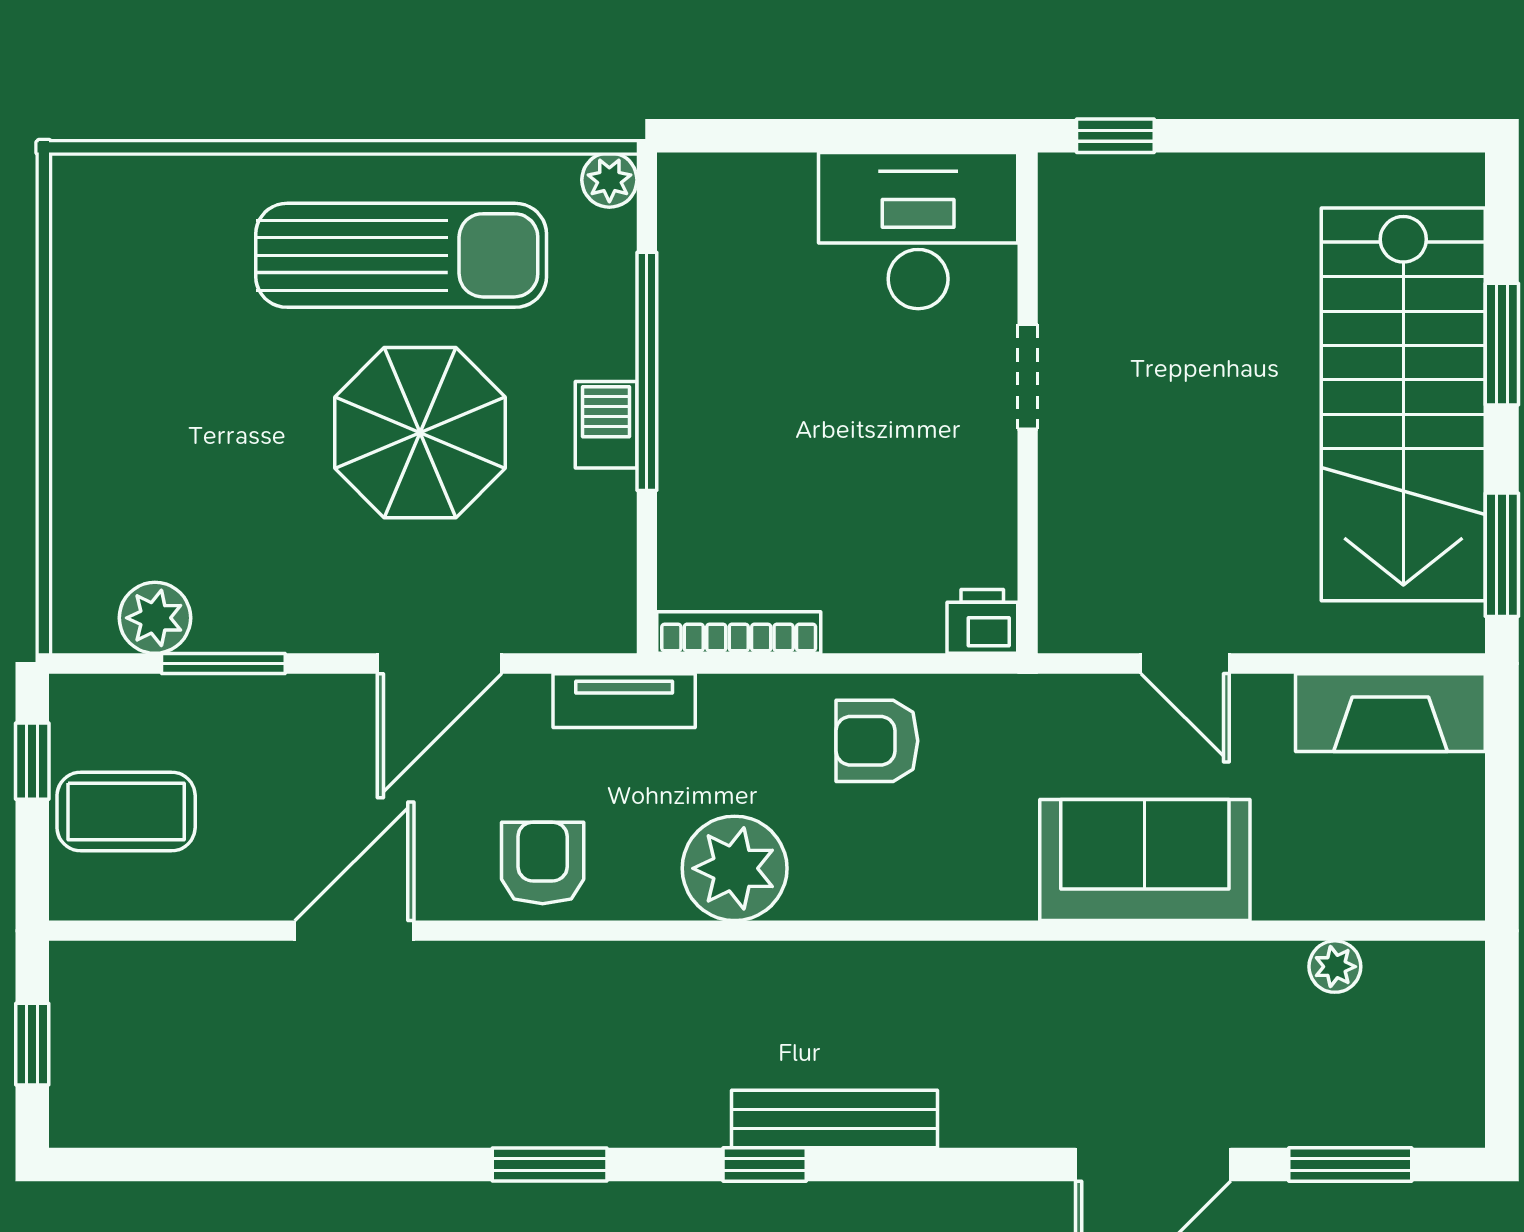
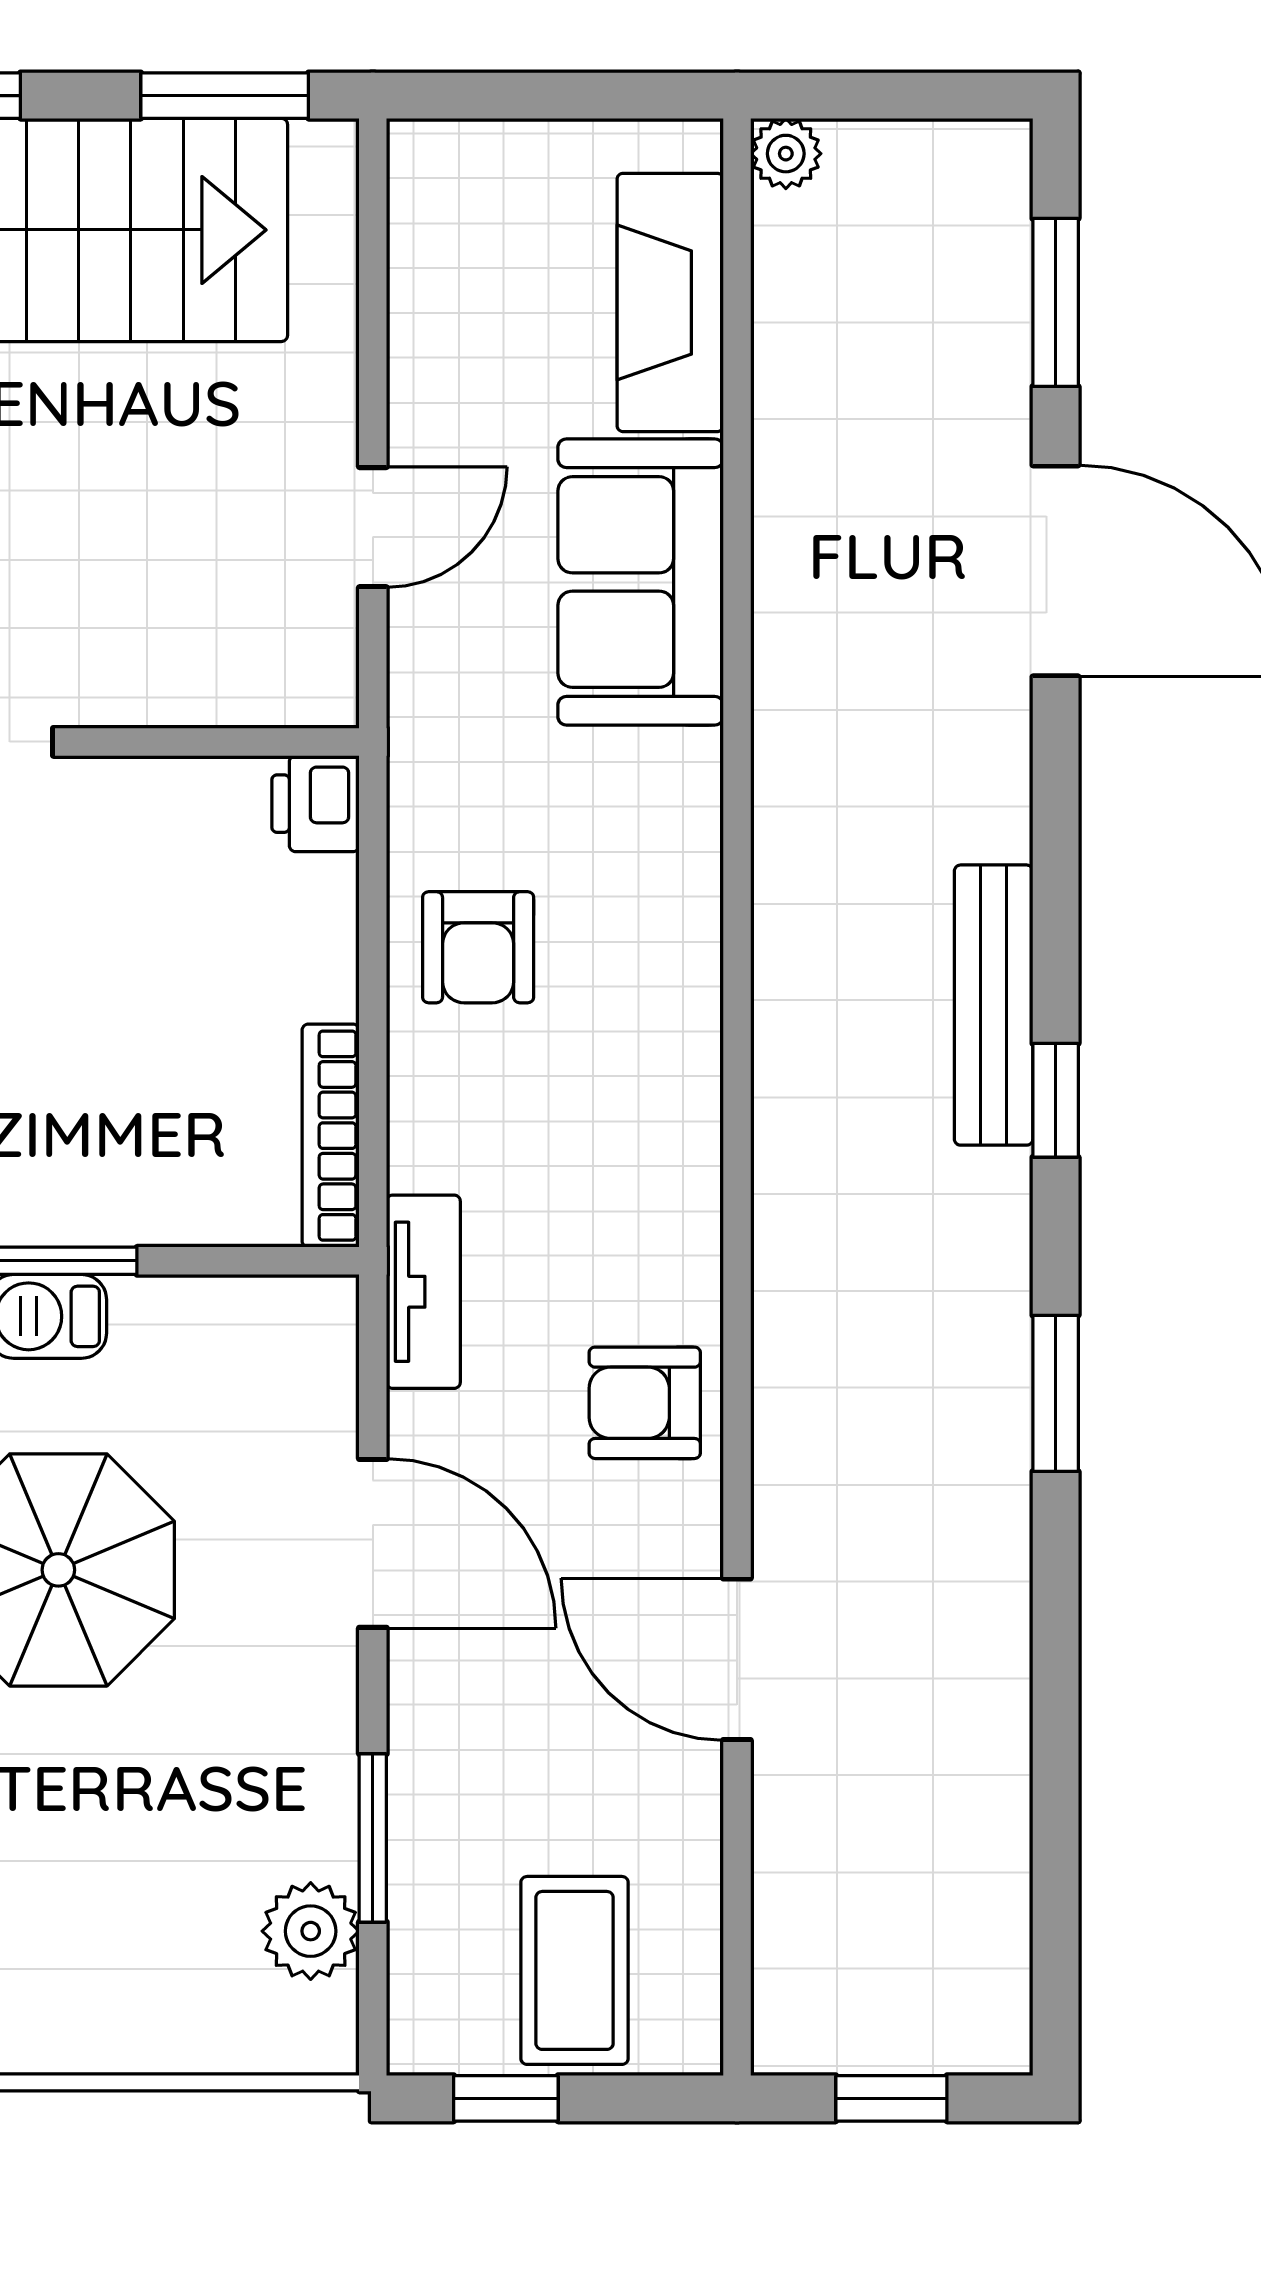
fireplace: (1390, 713) -> (670, 302), moved, turned 180
plant: (735, 868) -> (652, 1141), removed
plant: (1335, 967) -> (786, 154), moved

